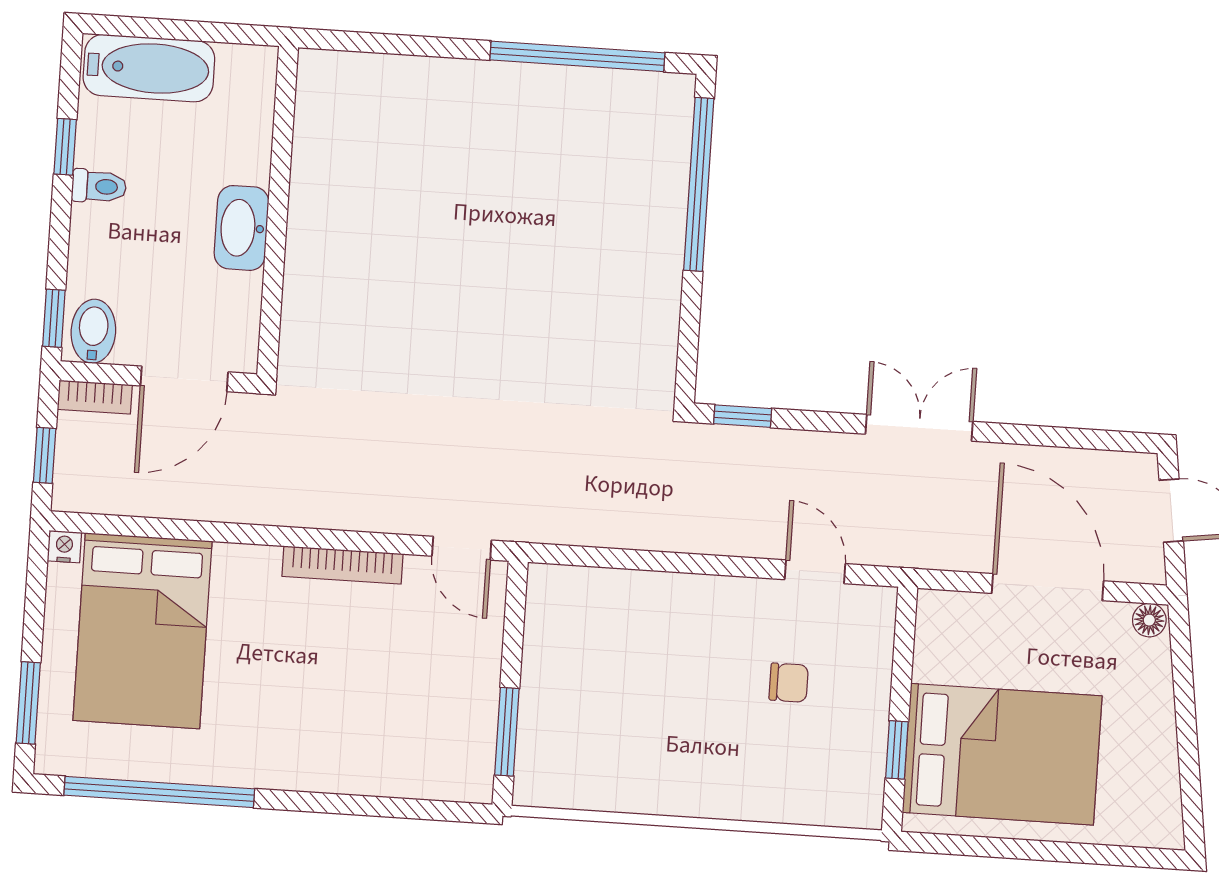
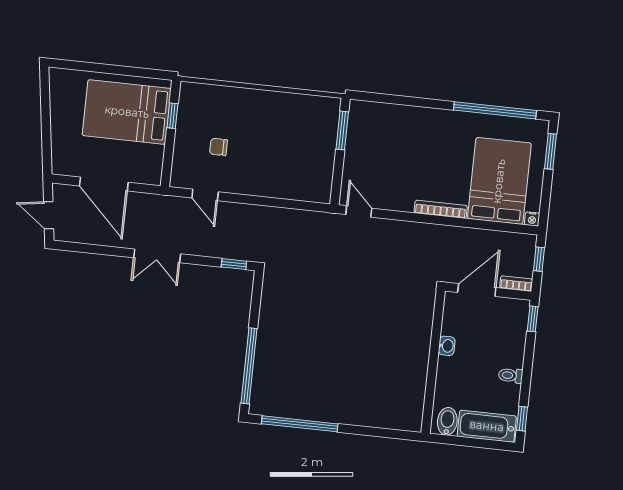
window: (65, 147) -> (522, 419), moved
washbasin: (241, 228) -> (447, 346), width x0.52, depth x0.69
bidet: (93, 331) -> (447, 421), moved, turned 180
bookcase: (342, 565) -> (441, 209), moved
floor lamp: (1149, 620) -> (60, 168), removed

